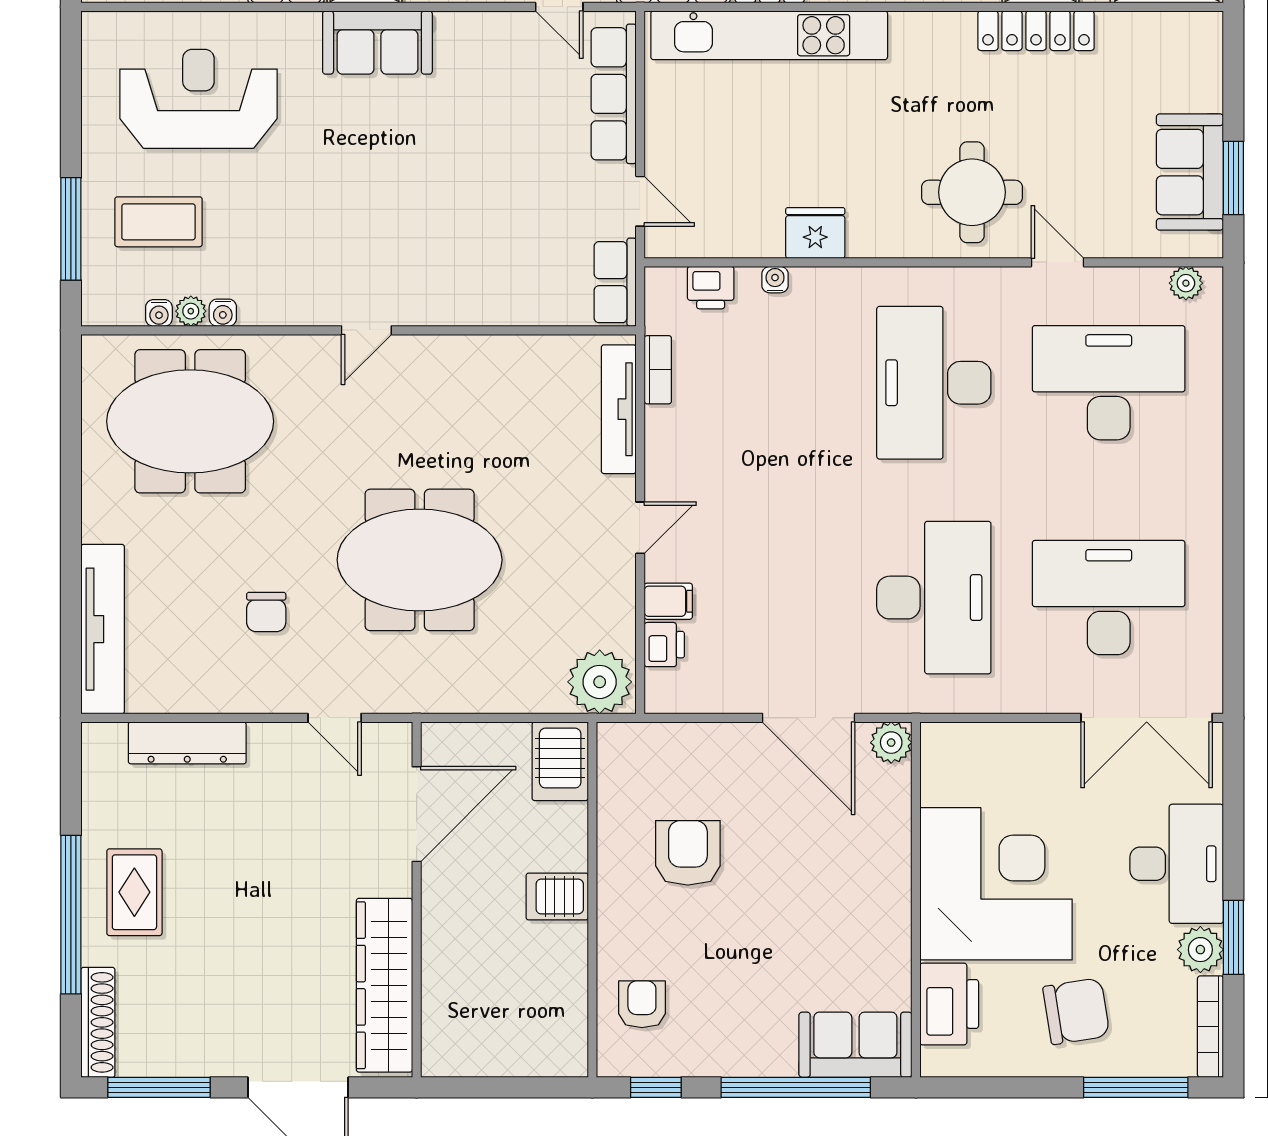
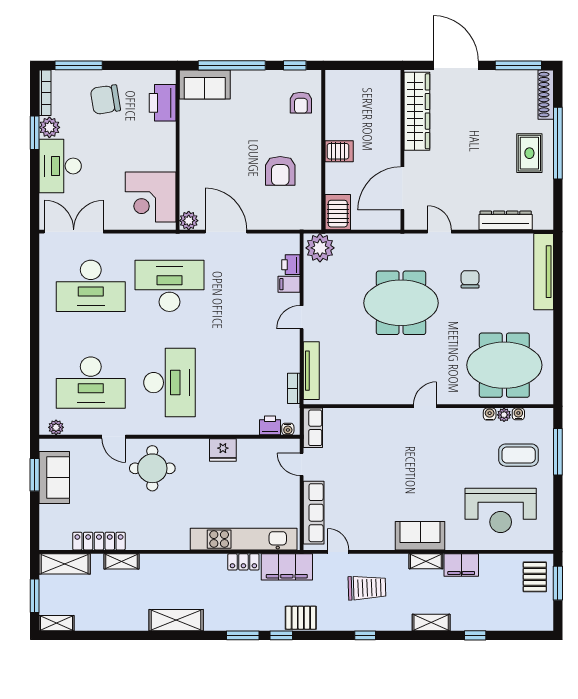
locker: (1036, 31) -> (99, 541), moved
water cooler: (775, 280) -> (288, 429), moved
desk: (934, 598) -> (169, 286), turned 90
corner desk: (996, 884) -> (151, 197), moved, width x0.74, depth x0.74

